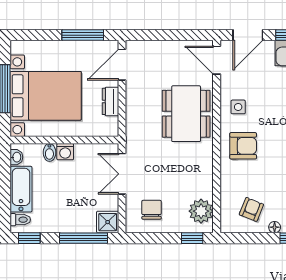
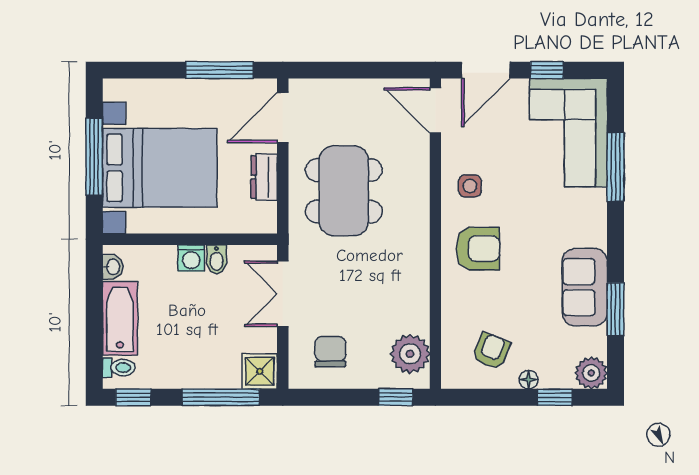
dining table: (186, 114) -> (344, 191), moved
bidet: (49, 152) -> (217, 259), moved

